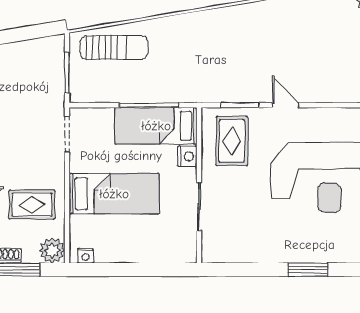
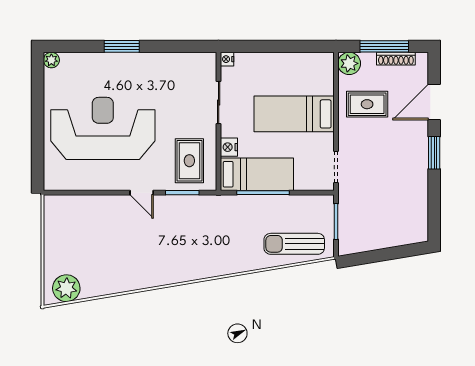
nightstand: (86, 256) -> (227, 59), moved, turned -90

